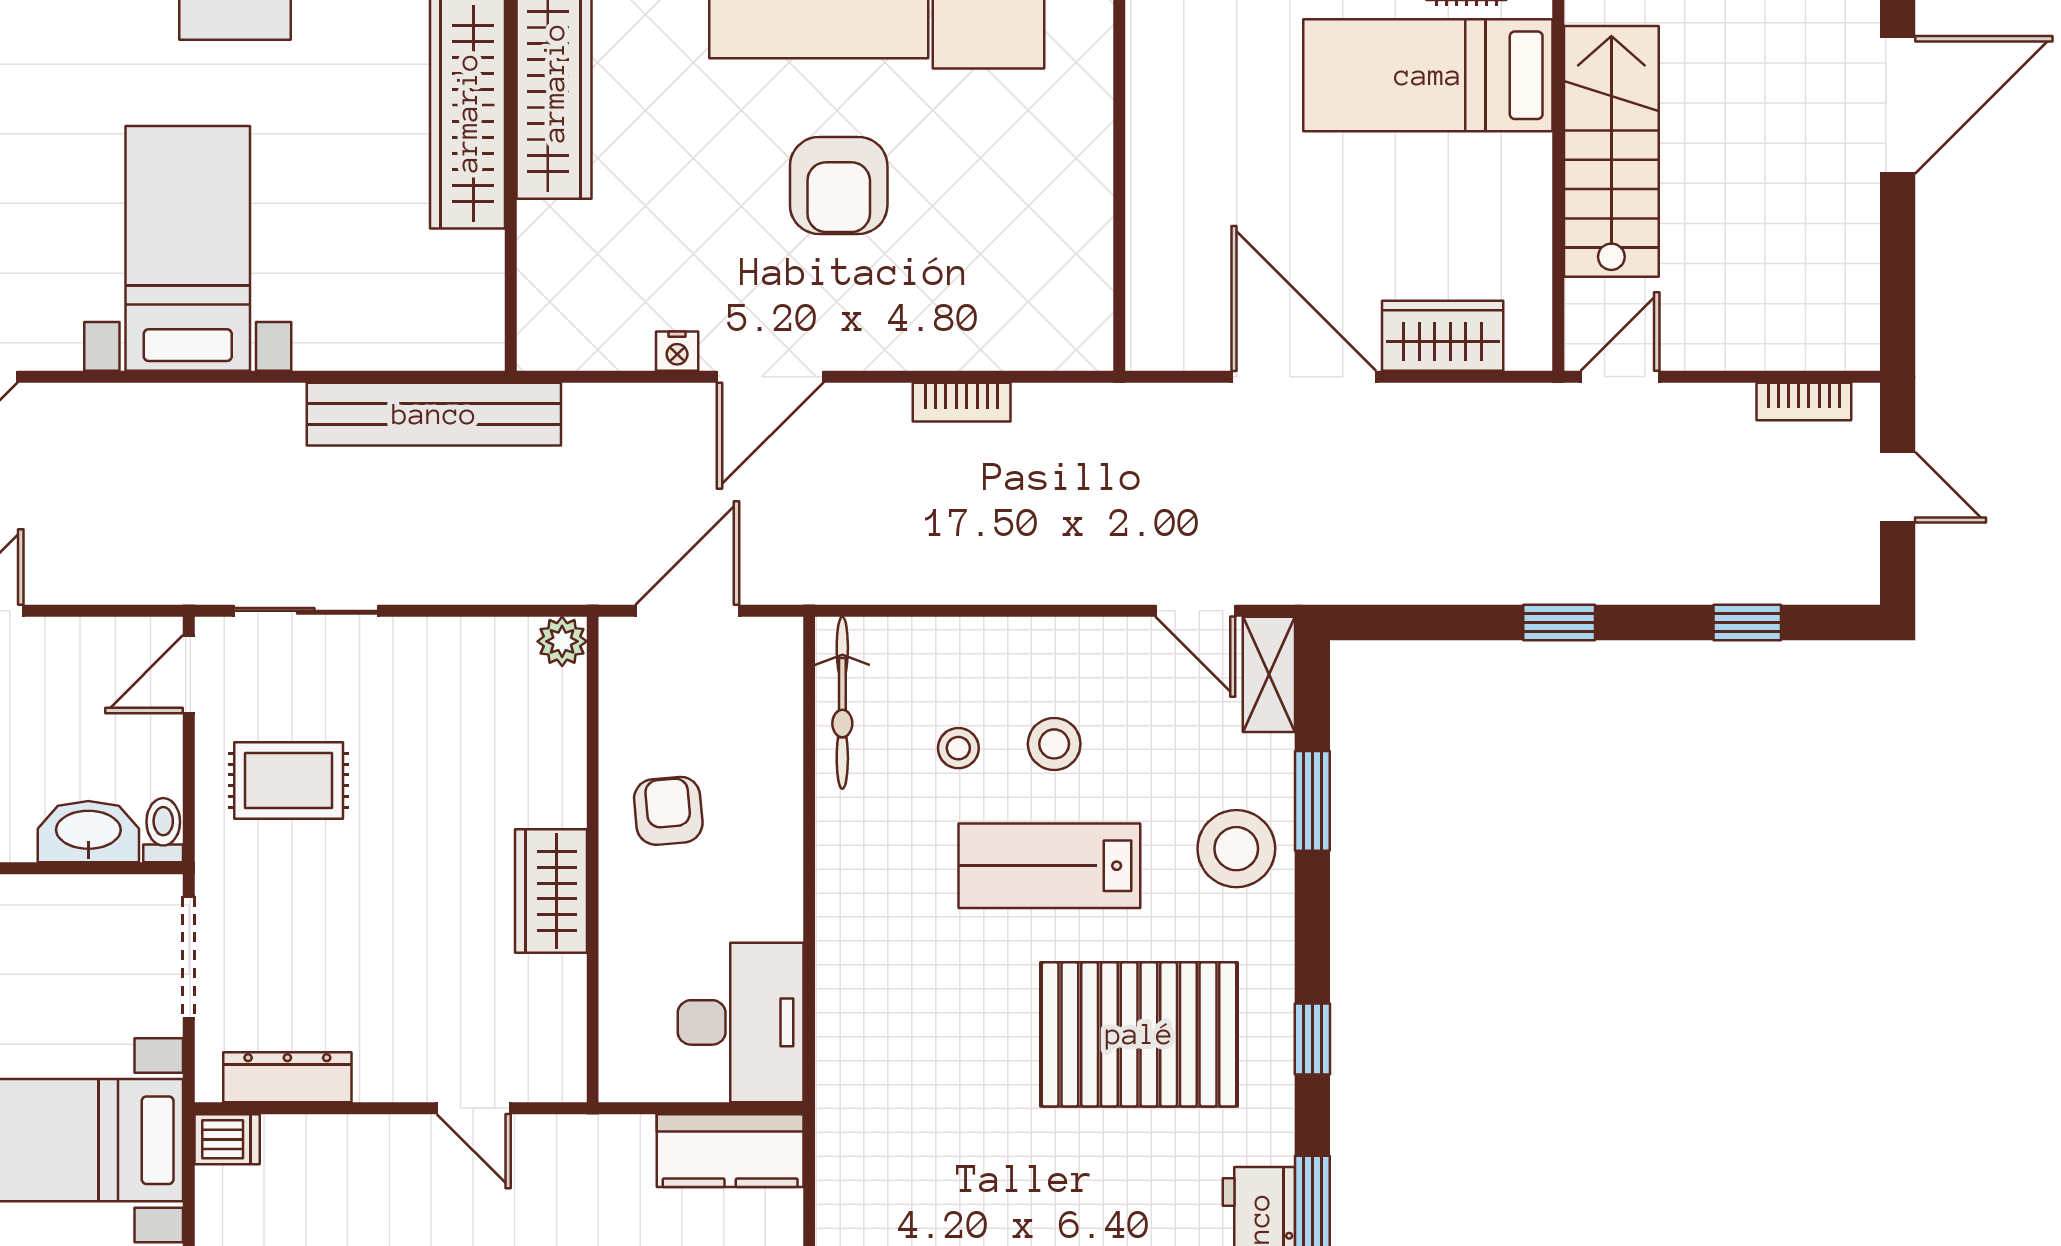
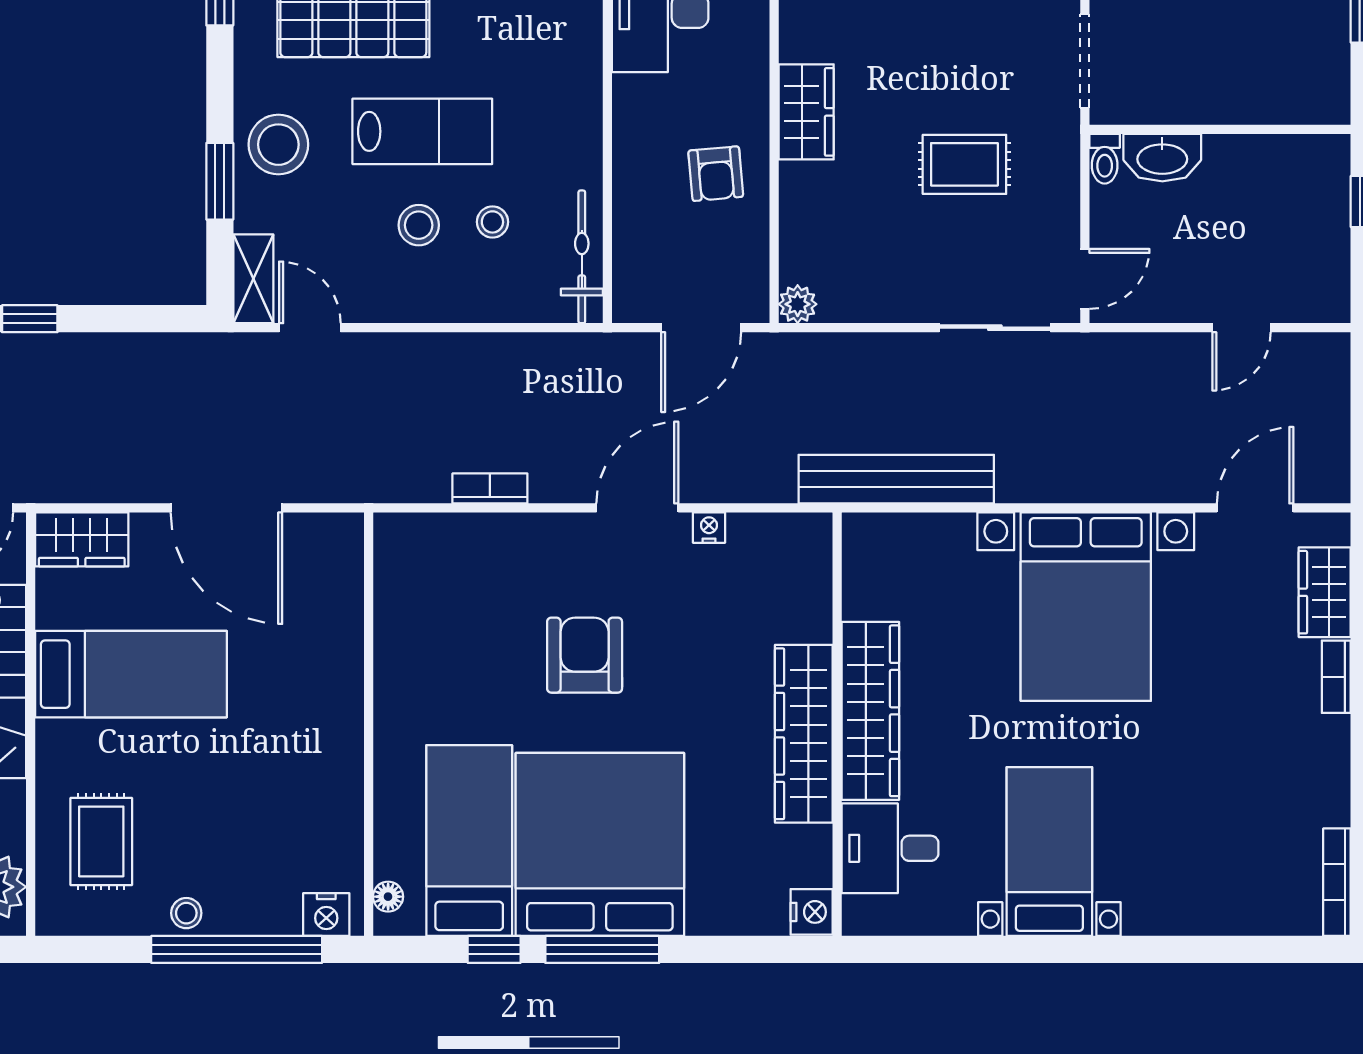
bed: (1428, 75) -> (131, 674), moved
bed with nightstands: (188, 248) -> (1086, 607), width x1.36
wardrobe: (1443, 336) -> (82, 539), moved
rug: (289, 780) -> (964, 164), moved

